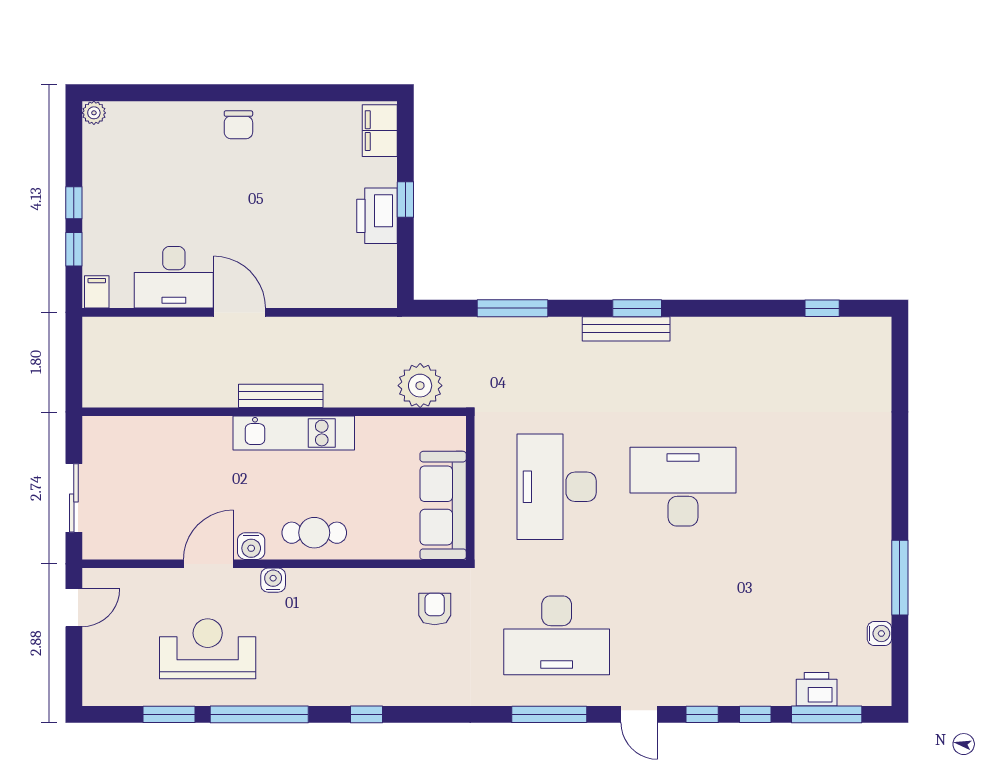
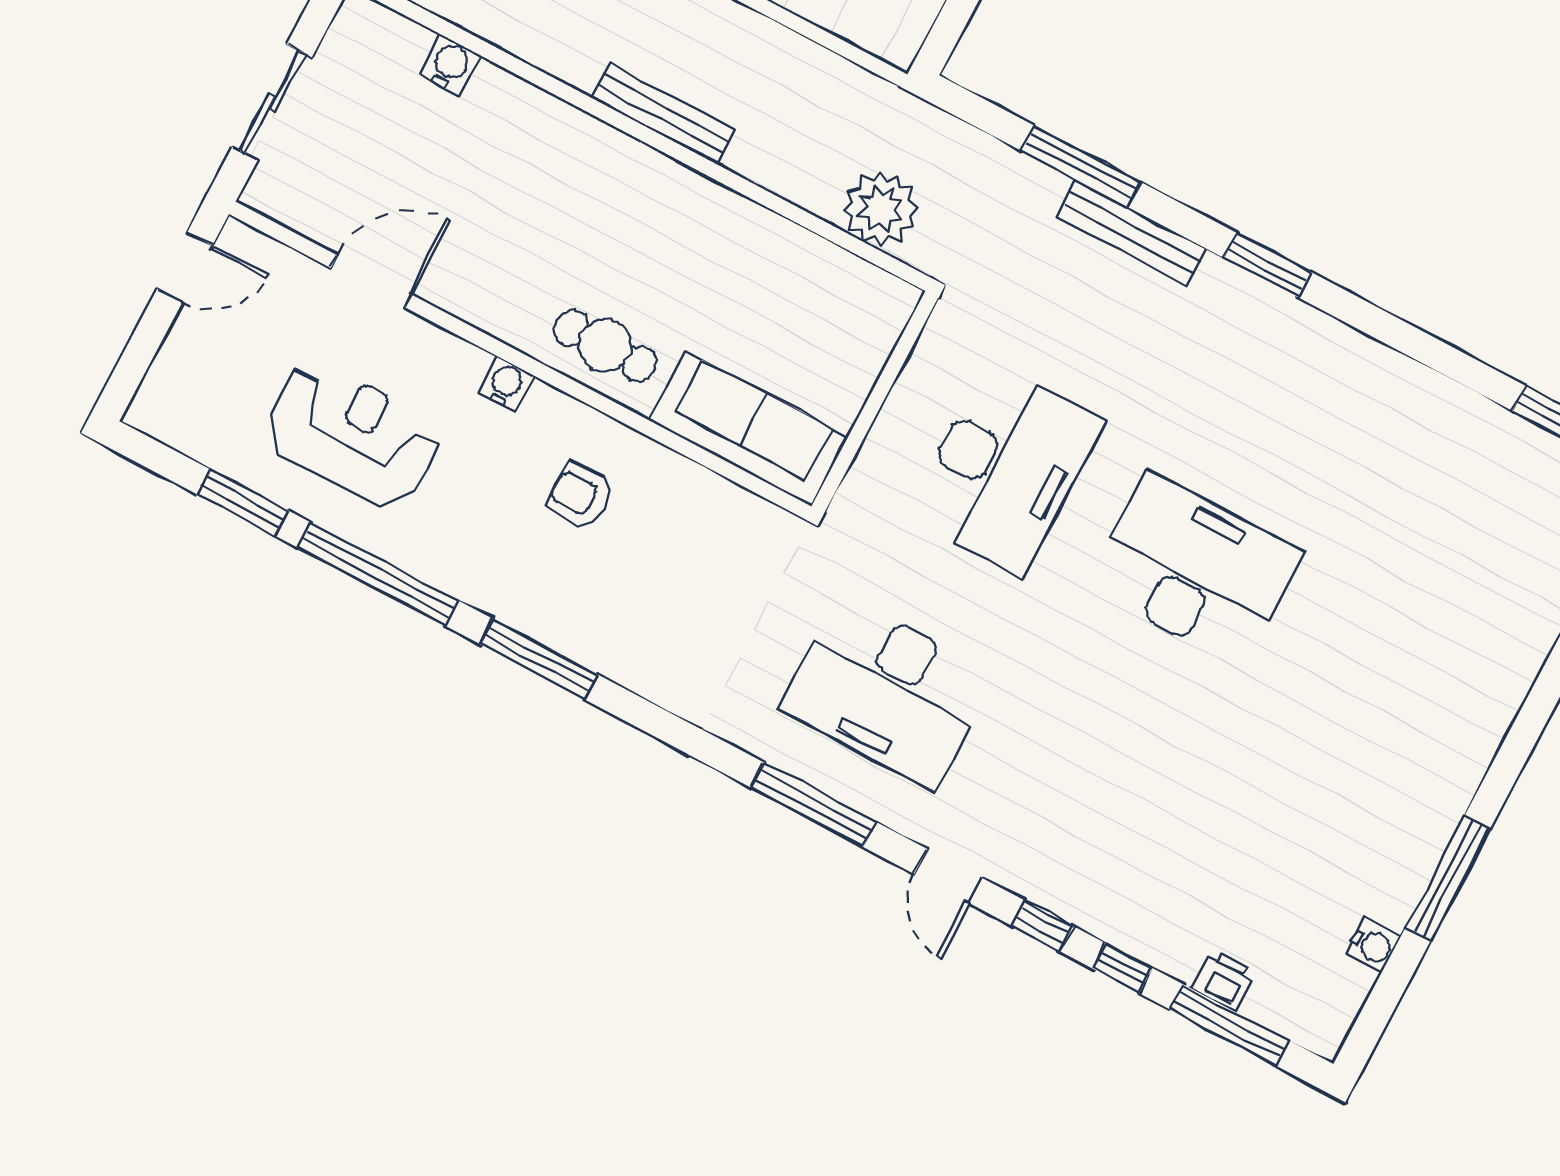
bench: (626, 329) -> (1131, 233), moved
kitchen unit: (294, 433) -> (654, 180), removed
desk: (557, 487) -> (1005, 469), turned 180
sofa: (443, 505) -> (748, 429), moved, turned 90
water cooler: (251, 546) -> (450, 65), moved, turned 180
door: (208, 564) -> (371, 281), moved
armchair: (435, 609) -> (581, 496), moved, turned -90
printer: (817, 689) -> (1223, 980), width x0.73, depth x0.81
window: (366, 714) -> (539, 659), width x2.17

